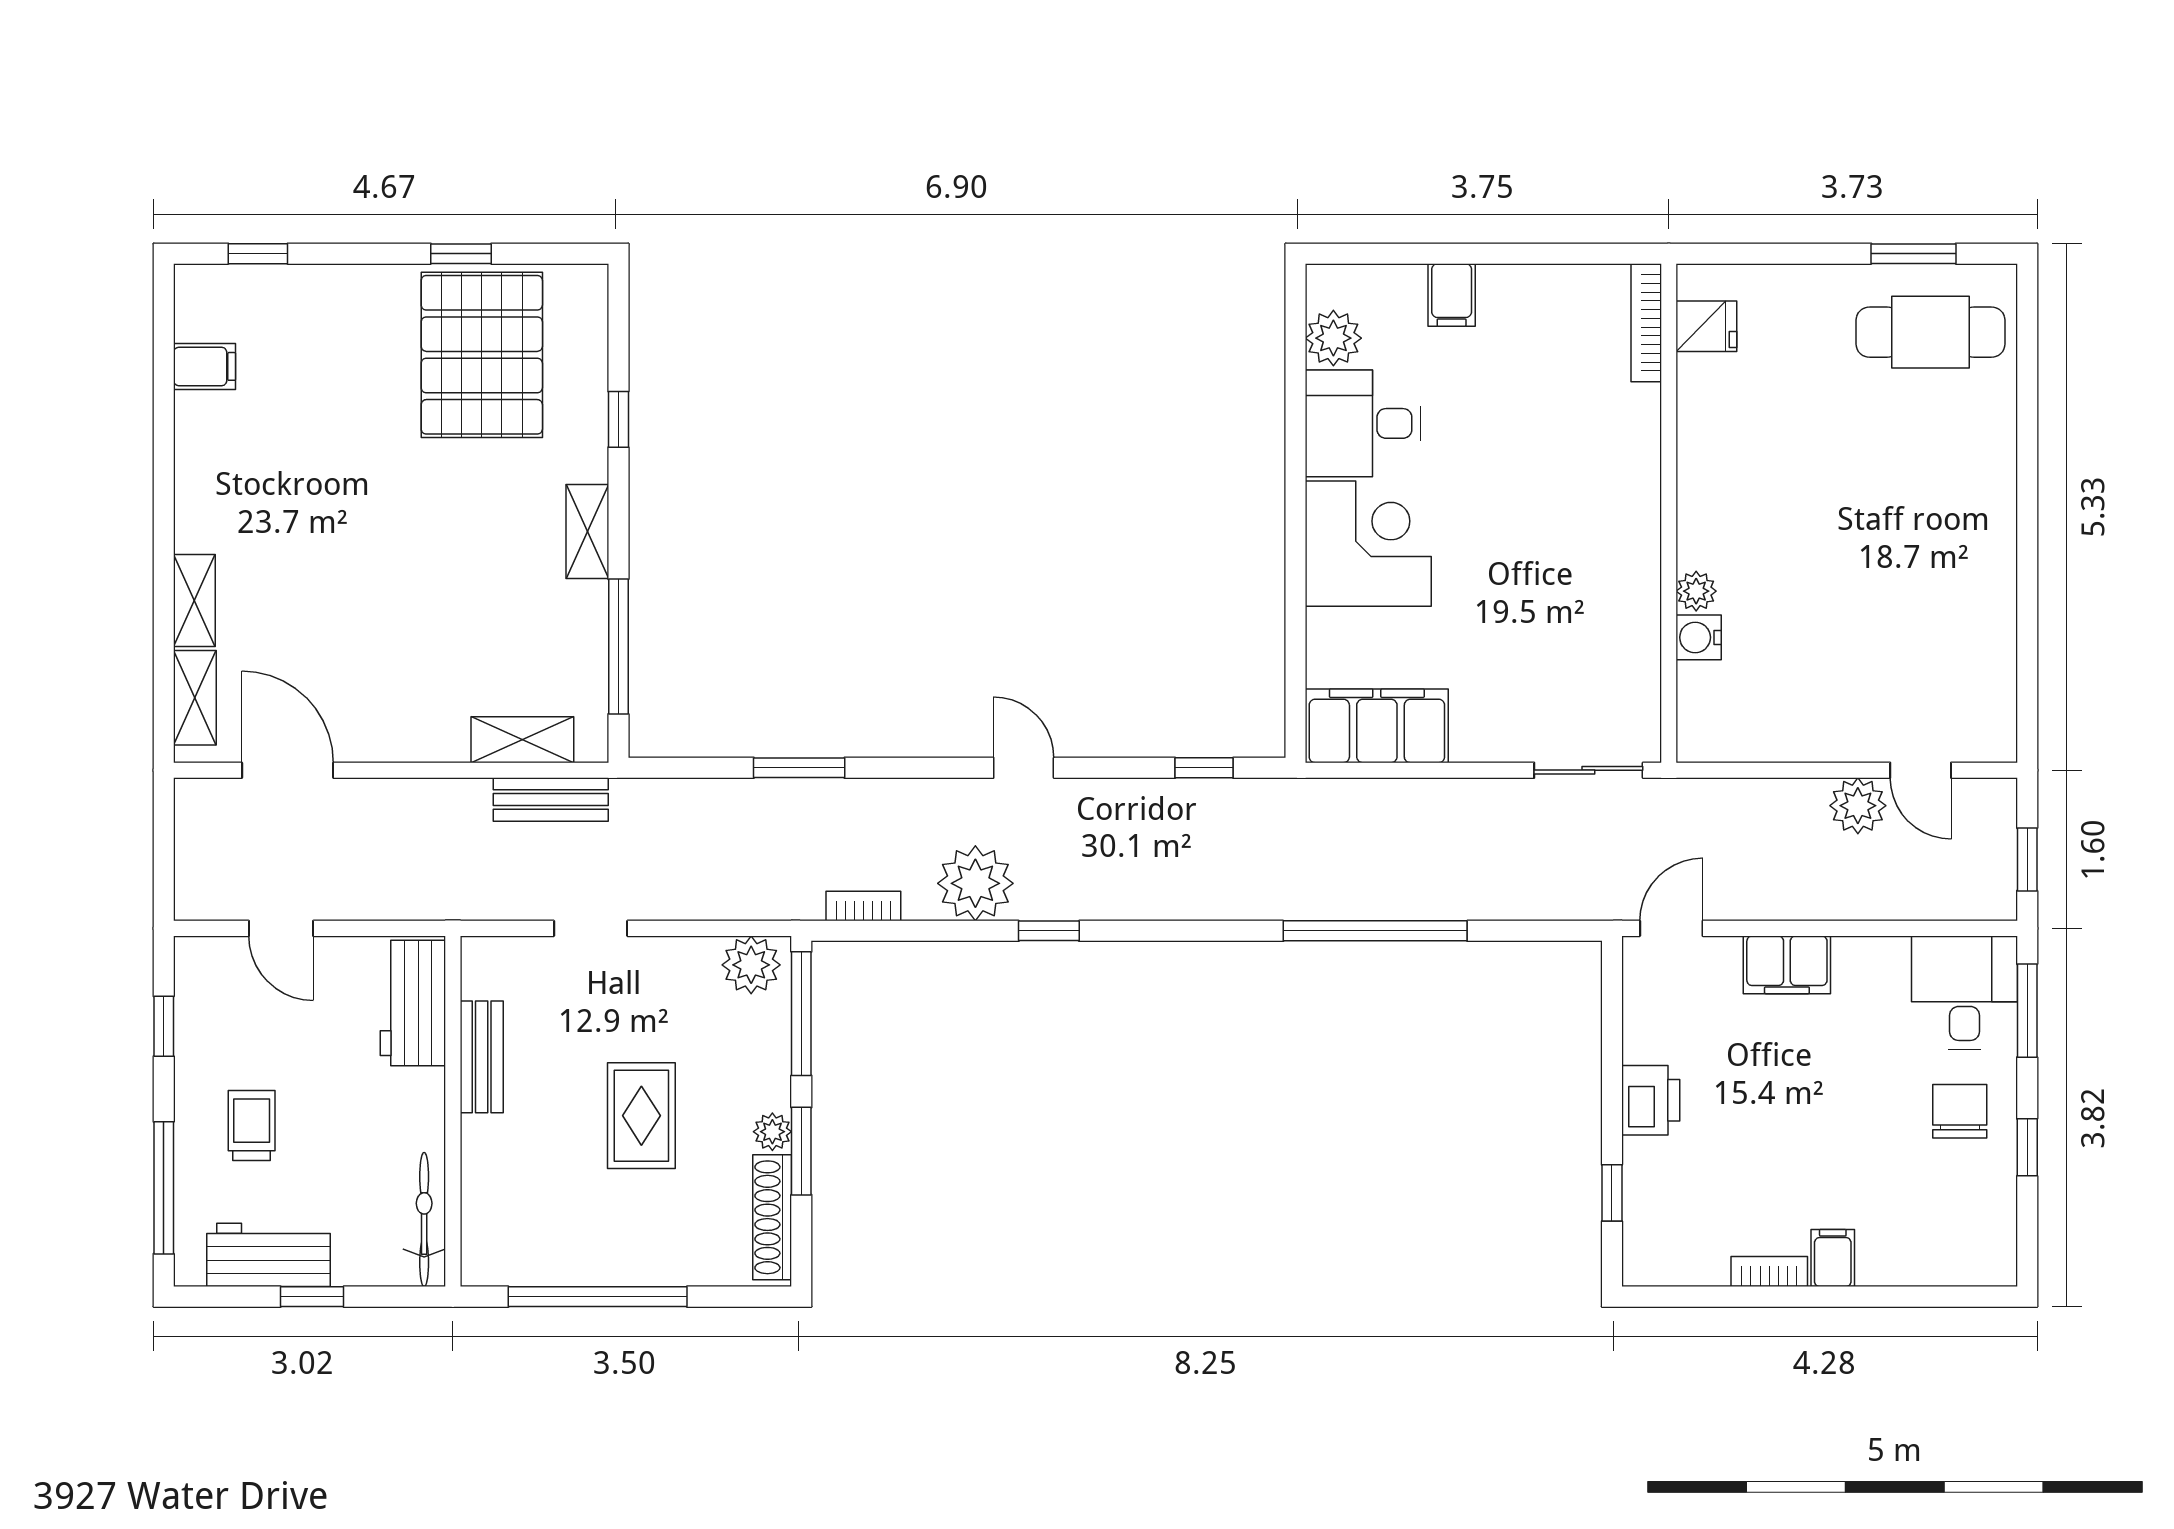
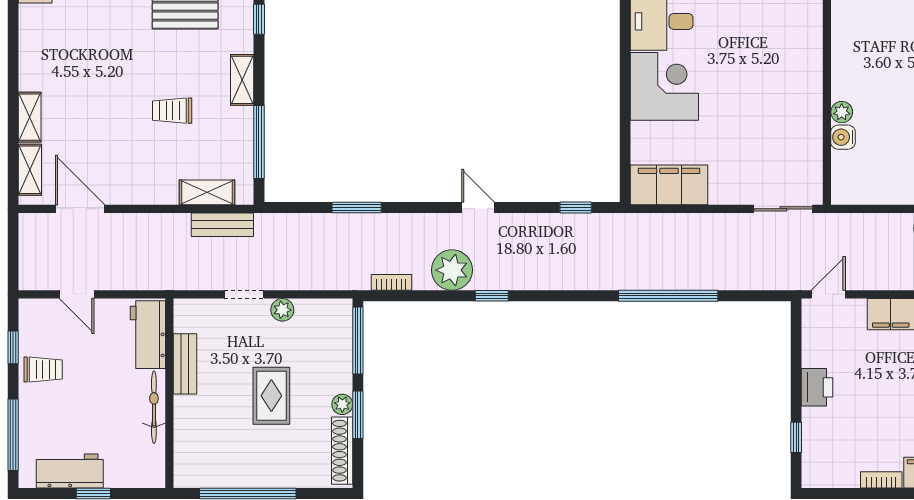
trolley: (458, 588) -> (172, 111), added
plant: (751, 965) -> (282, 310), moved, width x0.73, depth x0.73
trolley: (252, 1126) -> (43, 369), moved, turned 90
bicycle: (424, 1220) -> (154, 407), moved

